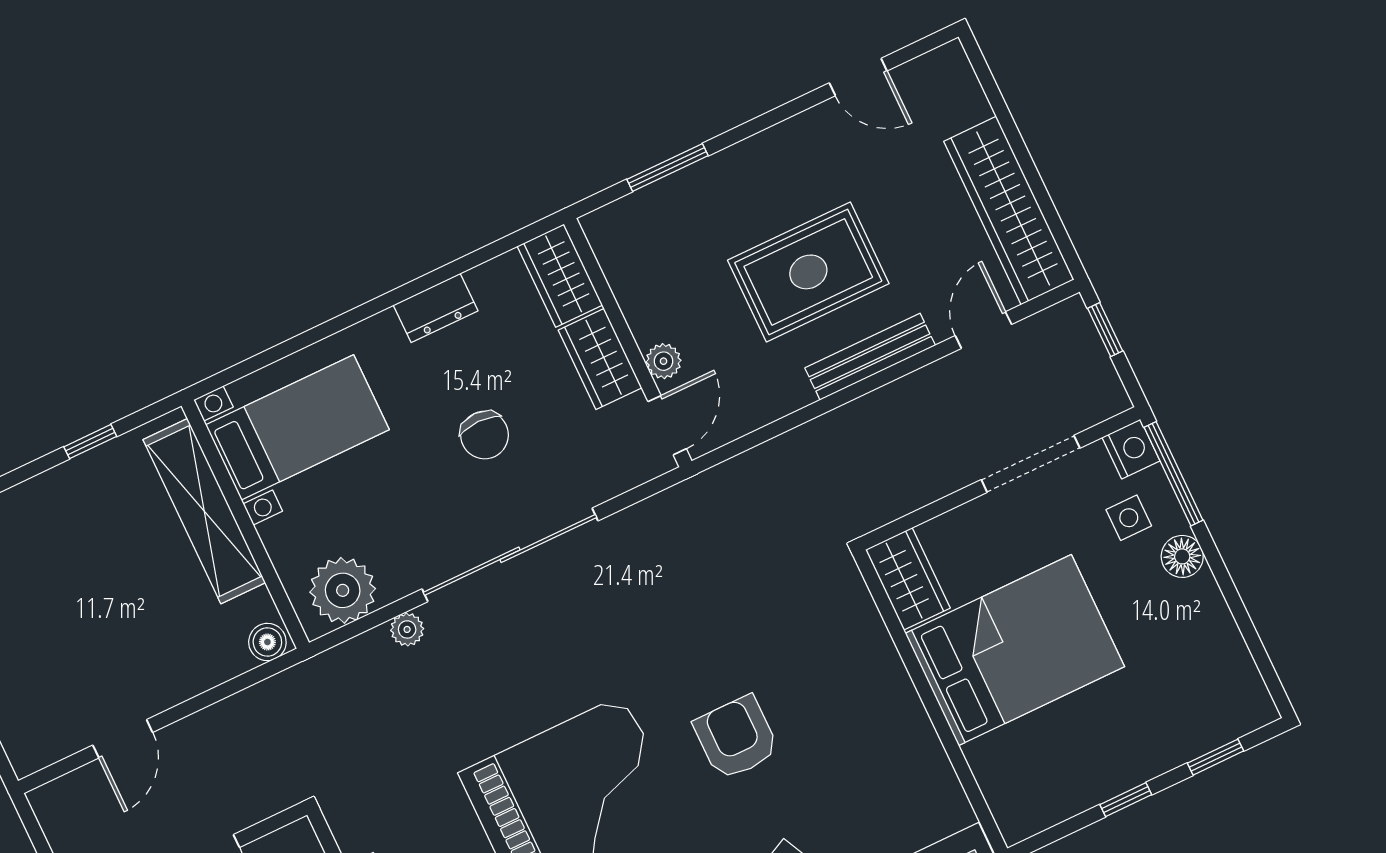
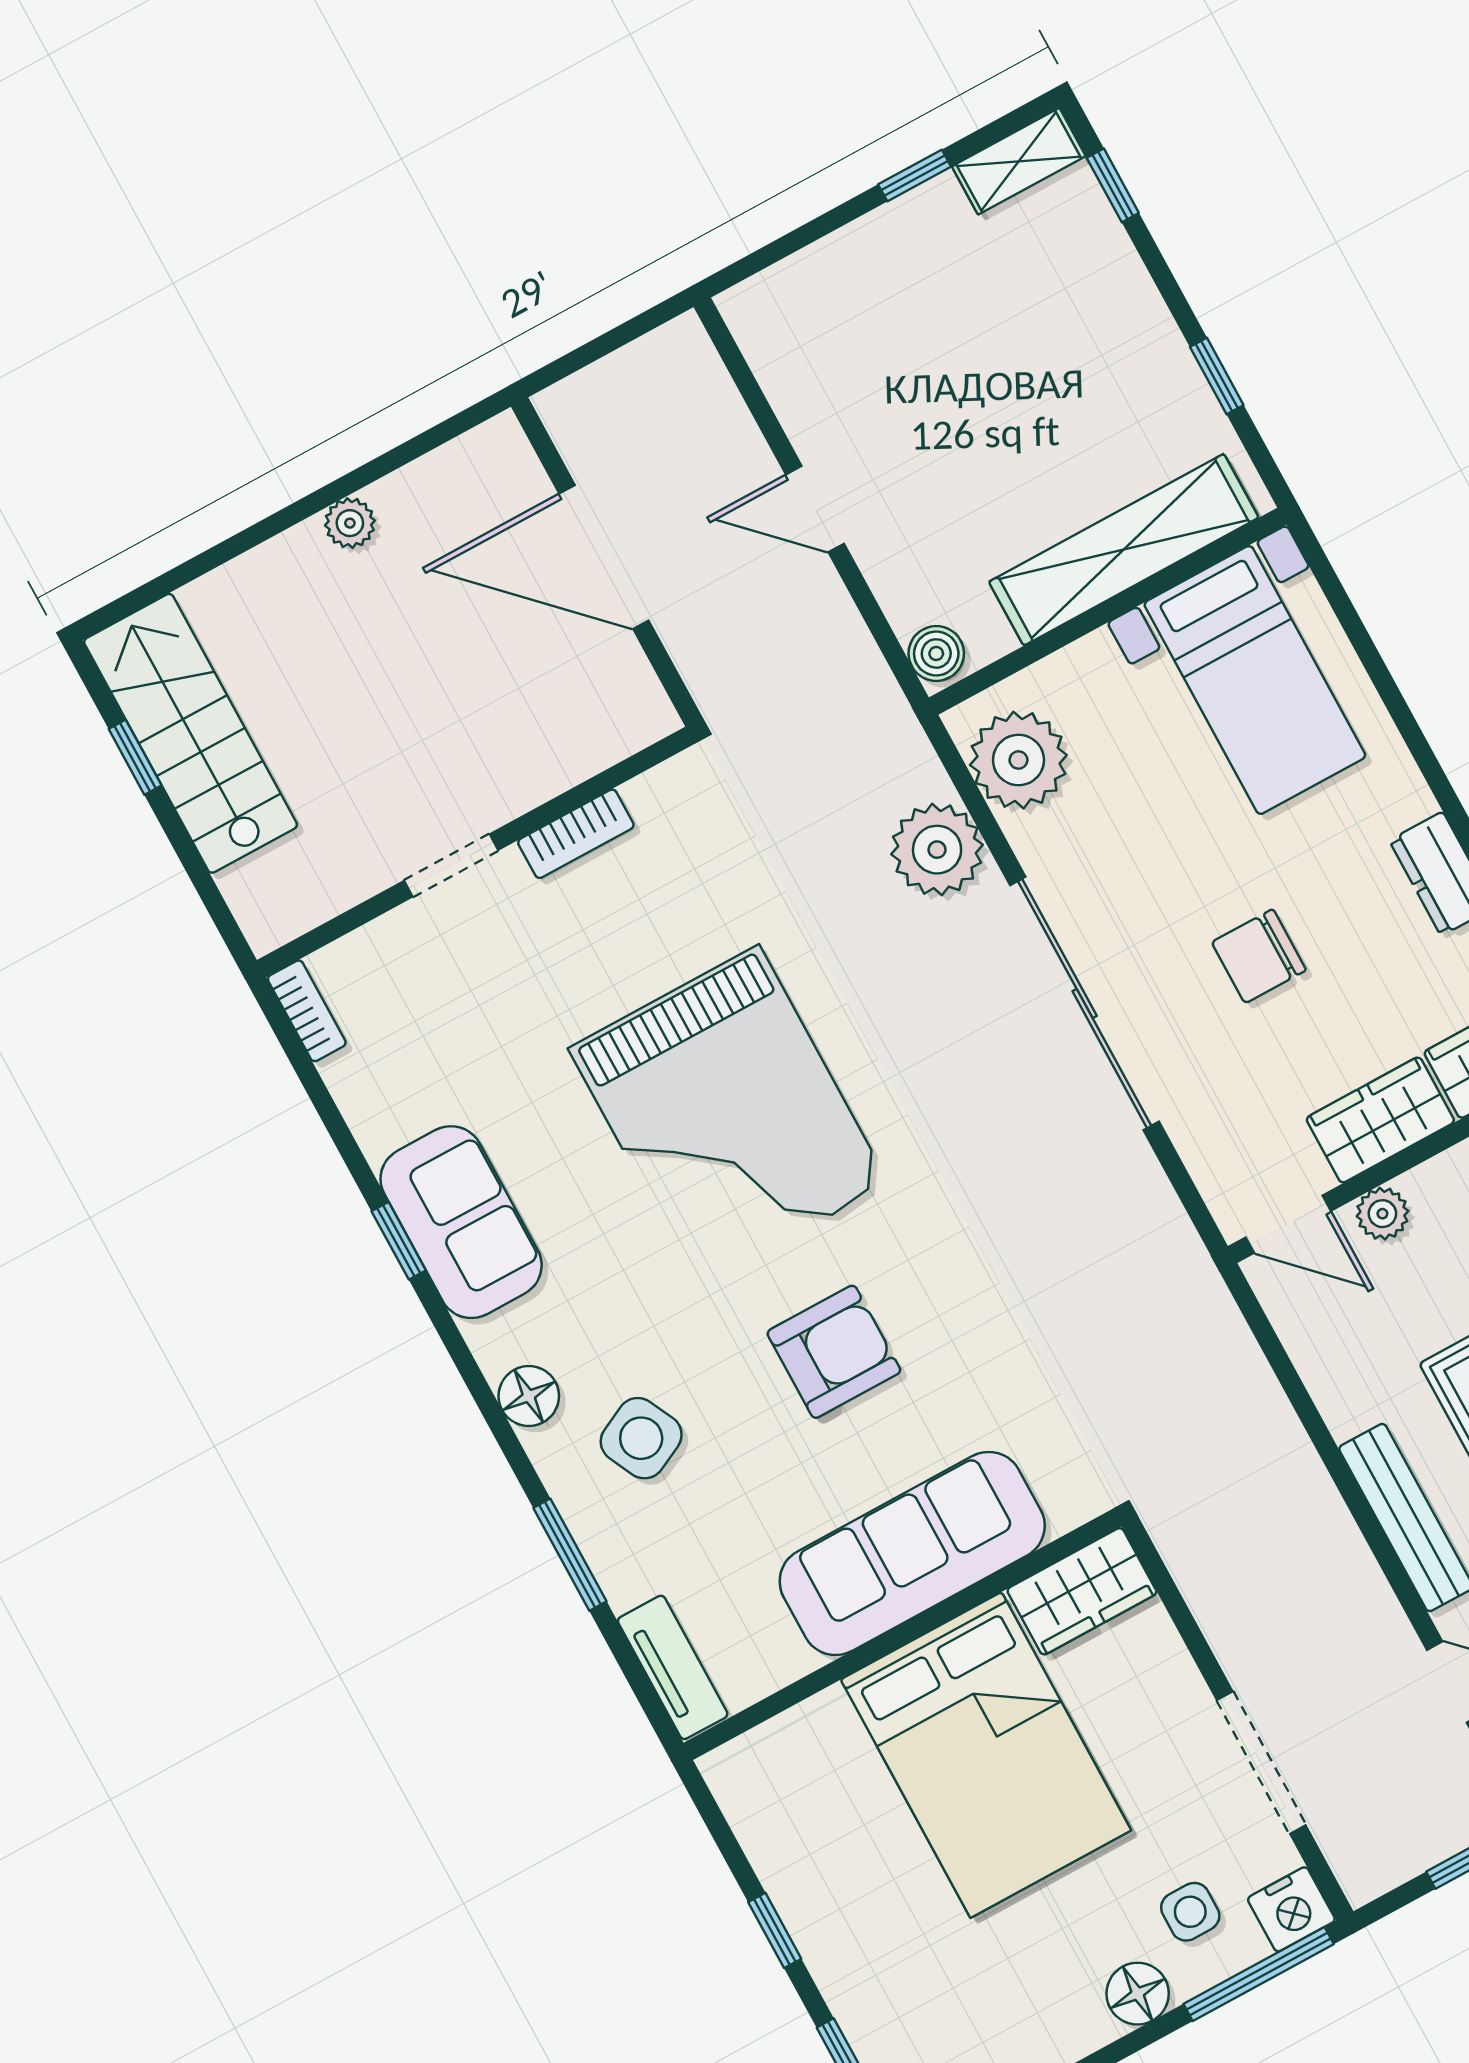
plant: (407, 629) -> (937, 850), width x1.87, depth x1.87
sofa: (876, 692) -> (912, 1553), added
door: (123, 739) -> (815, 509), moved

